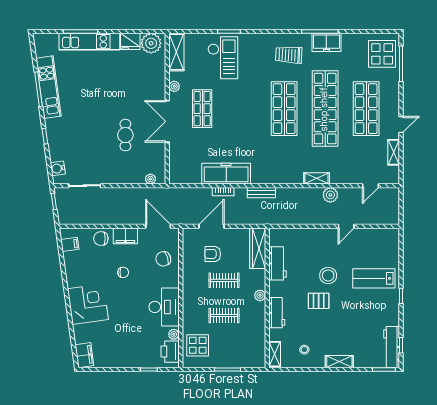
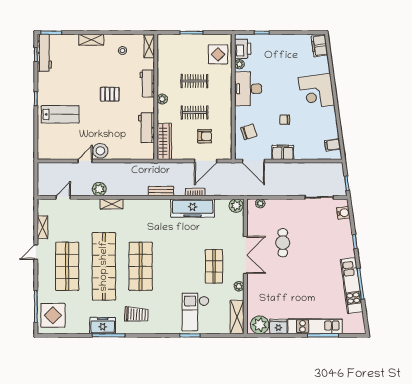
plant: (178, 176) -> (236, 206), added
chair: (101, 239) -> (305, 150), removed
stool: (328, 275) -> (100, 151), moved

